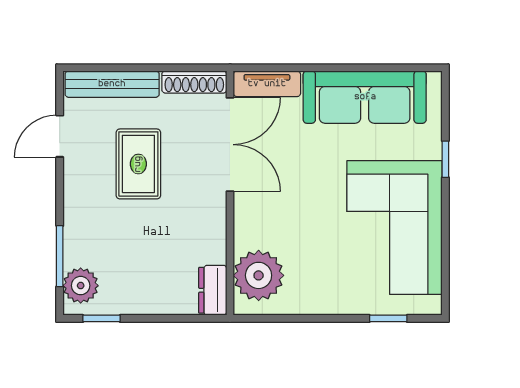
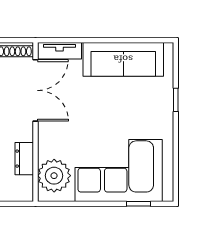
corner sofa: (394, 227) -> (119, 171), moved, turned 90
dresser: (213, 290) -> (24, 159), moved

